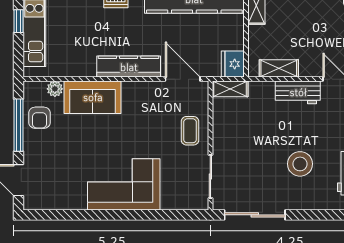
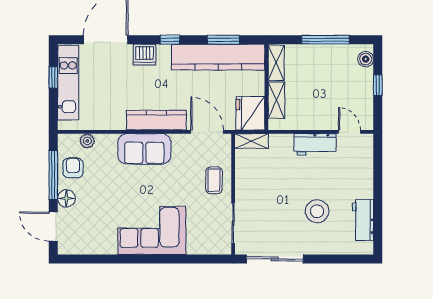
fridge: (233, 64) -> (250, 113), width x1.36, depth x1.34
shelving: (279, 68) -> (276, 100), moved, turned 90
sofa: (93, 97) -> (144, 149), moved
armchair: (39, 118) -> (73, 168), turned 180
floor lamp: (32, 150) -> (66, 198), added

